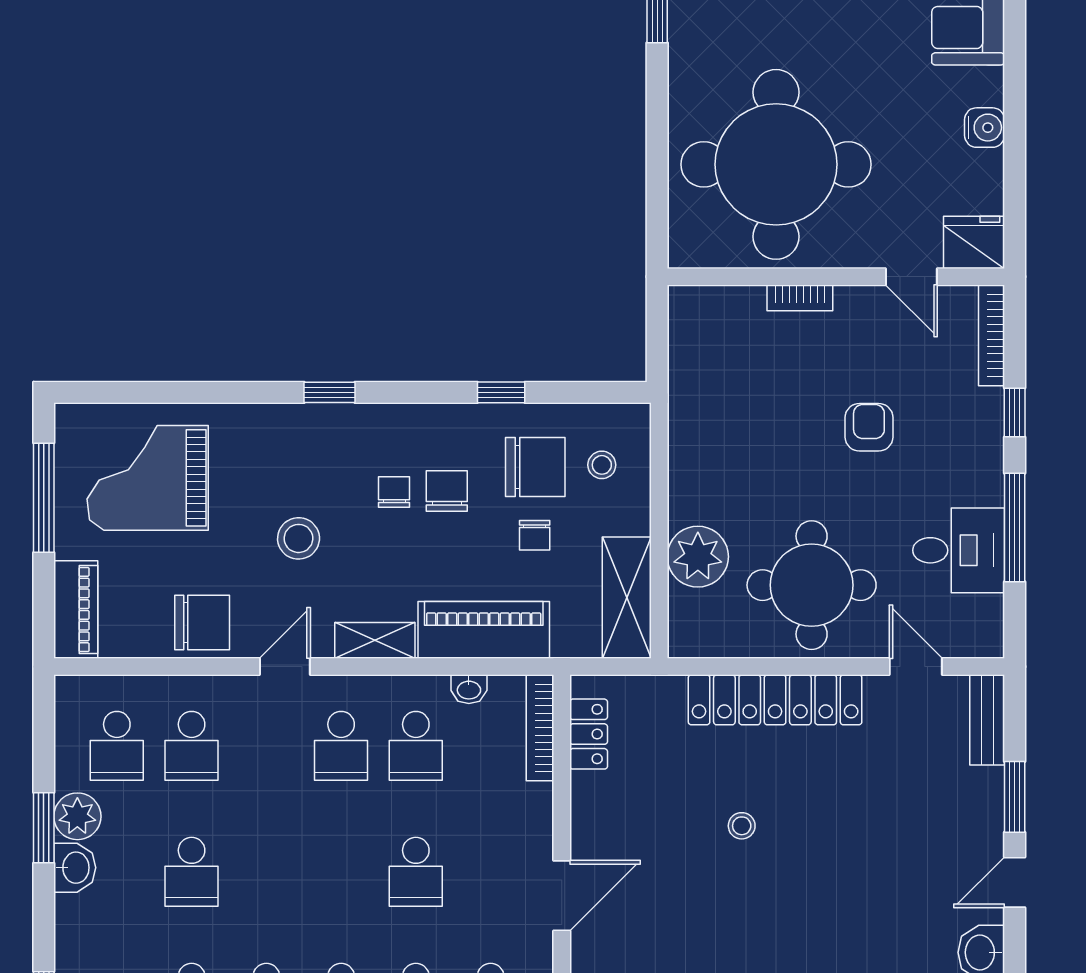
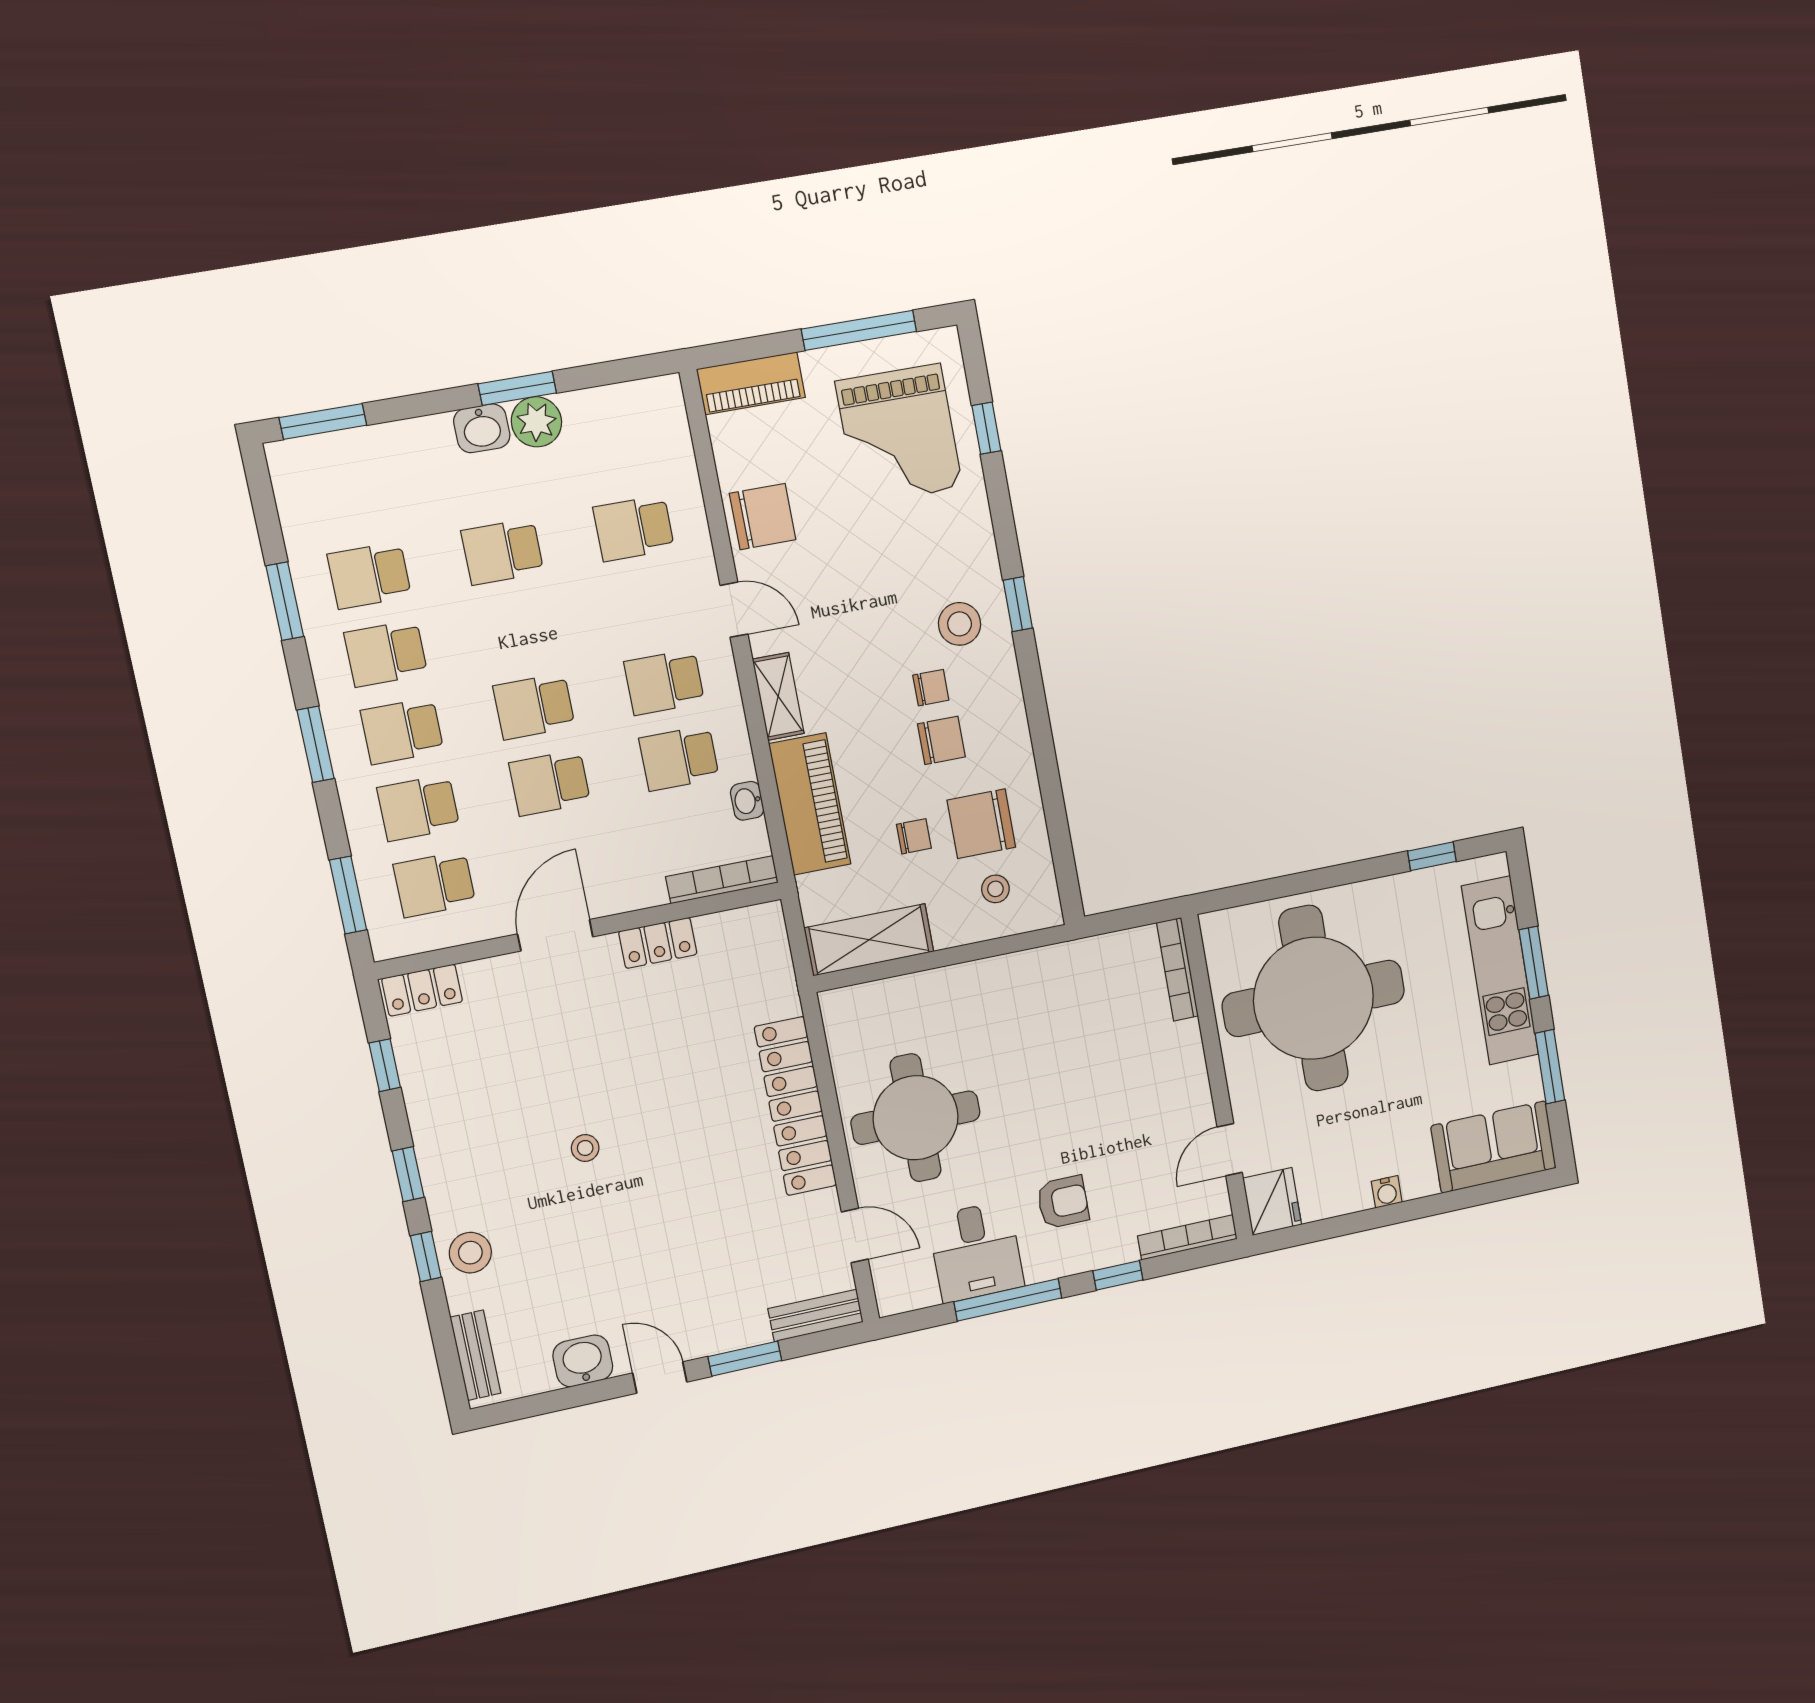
water cooler: (985, 128) -> (1387, 1192), width x0.72, depth x0.72
bookcase: (800, 298) -> (1178, 969), moved, width x1.56
window: (501, 392) -> (986, 428), moved
armchair: (869, 427) -> (1063, 1202), moved
chair: (535, 467) -> (981, 824), turned 90
grand piano: (148, 478) -> (899, 435), turned 180
chair: (535, 535) -> (914, 836), turned 180
stool: (299, 538) -> (960, 624), moved
plant: (698, 557) -> (923, 1001), removed
chair: (202, 623) -> (763, 517), turned -90
door: (916, 667) -> (855, 1235), hinge flipped
locker: (589, 734) -> (658, 943), moved
school desk: (117, 746) -> (534, 706), moved
stool: (742, 826) -> (585, 1148), moved
door: (562, 896) -> (555, 935), swing flipped

